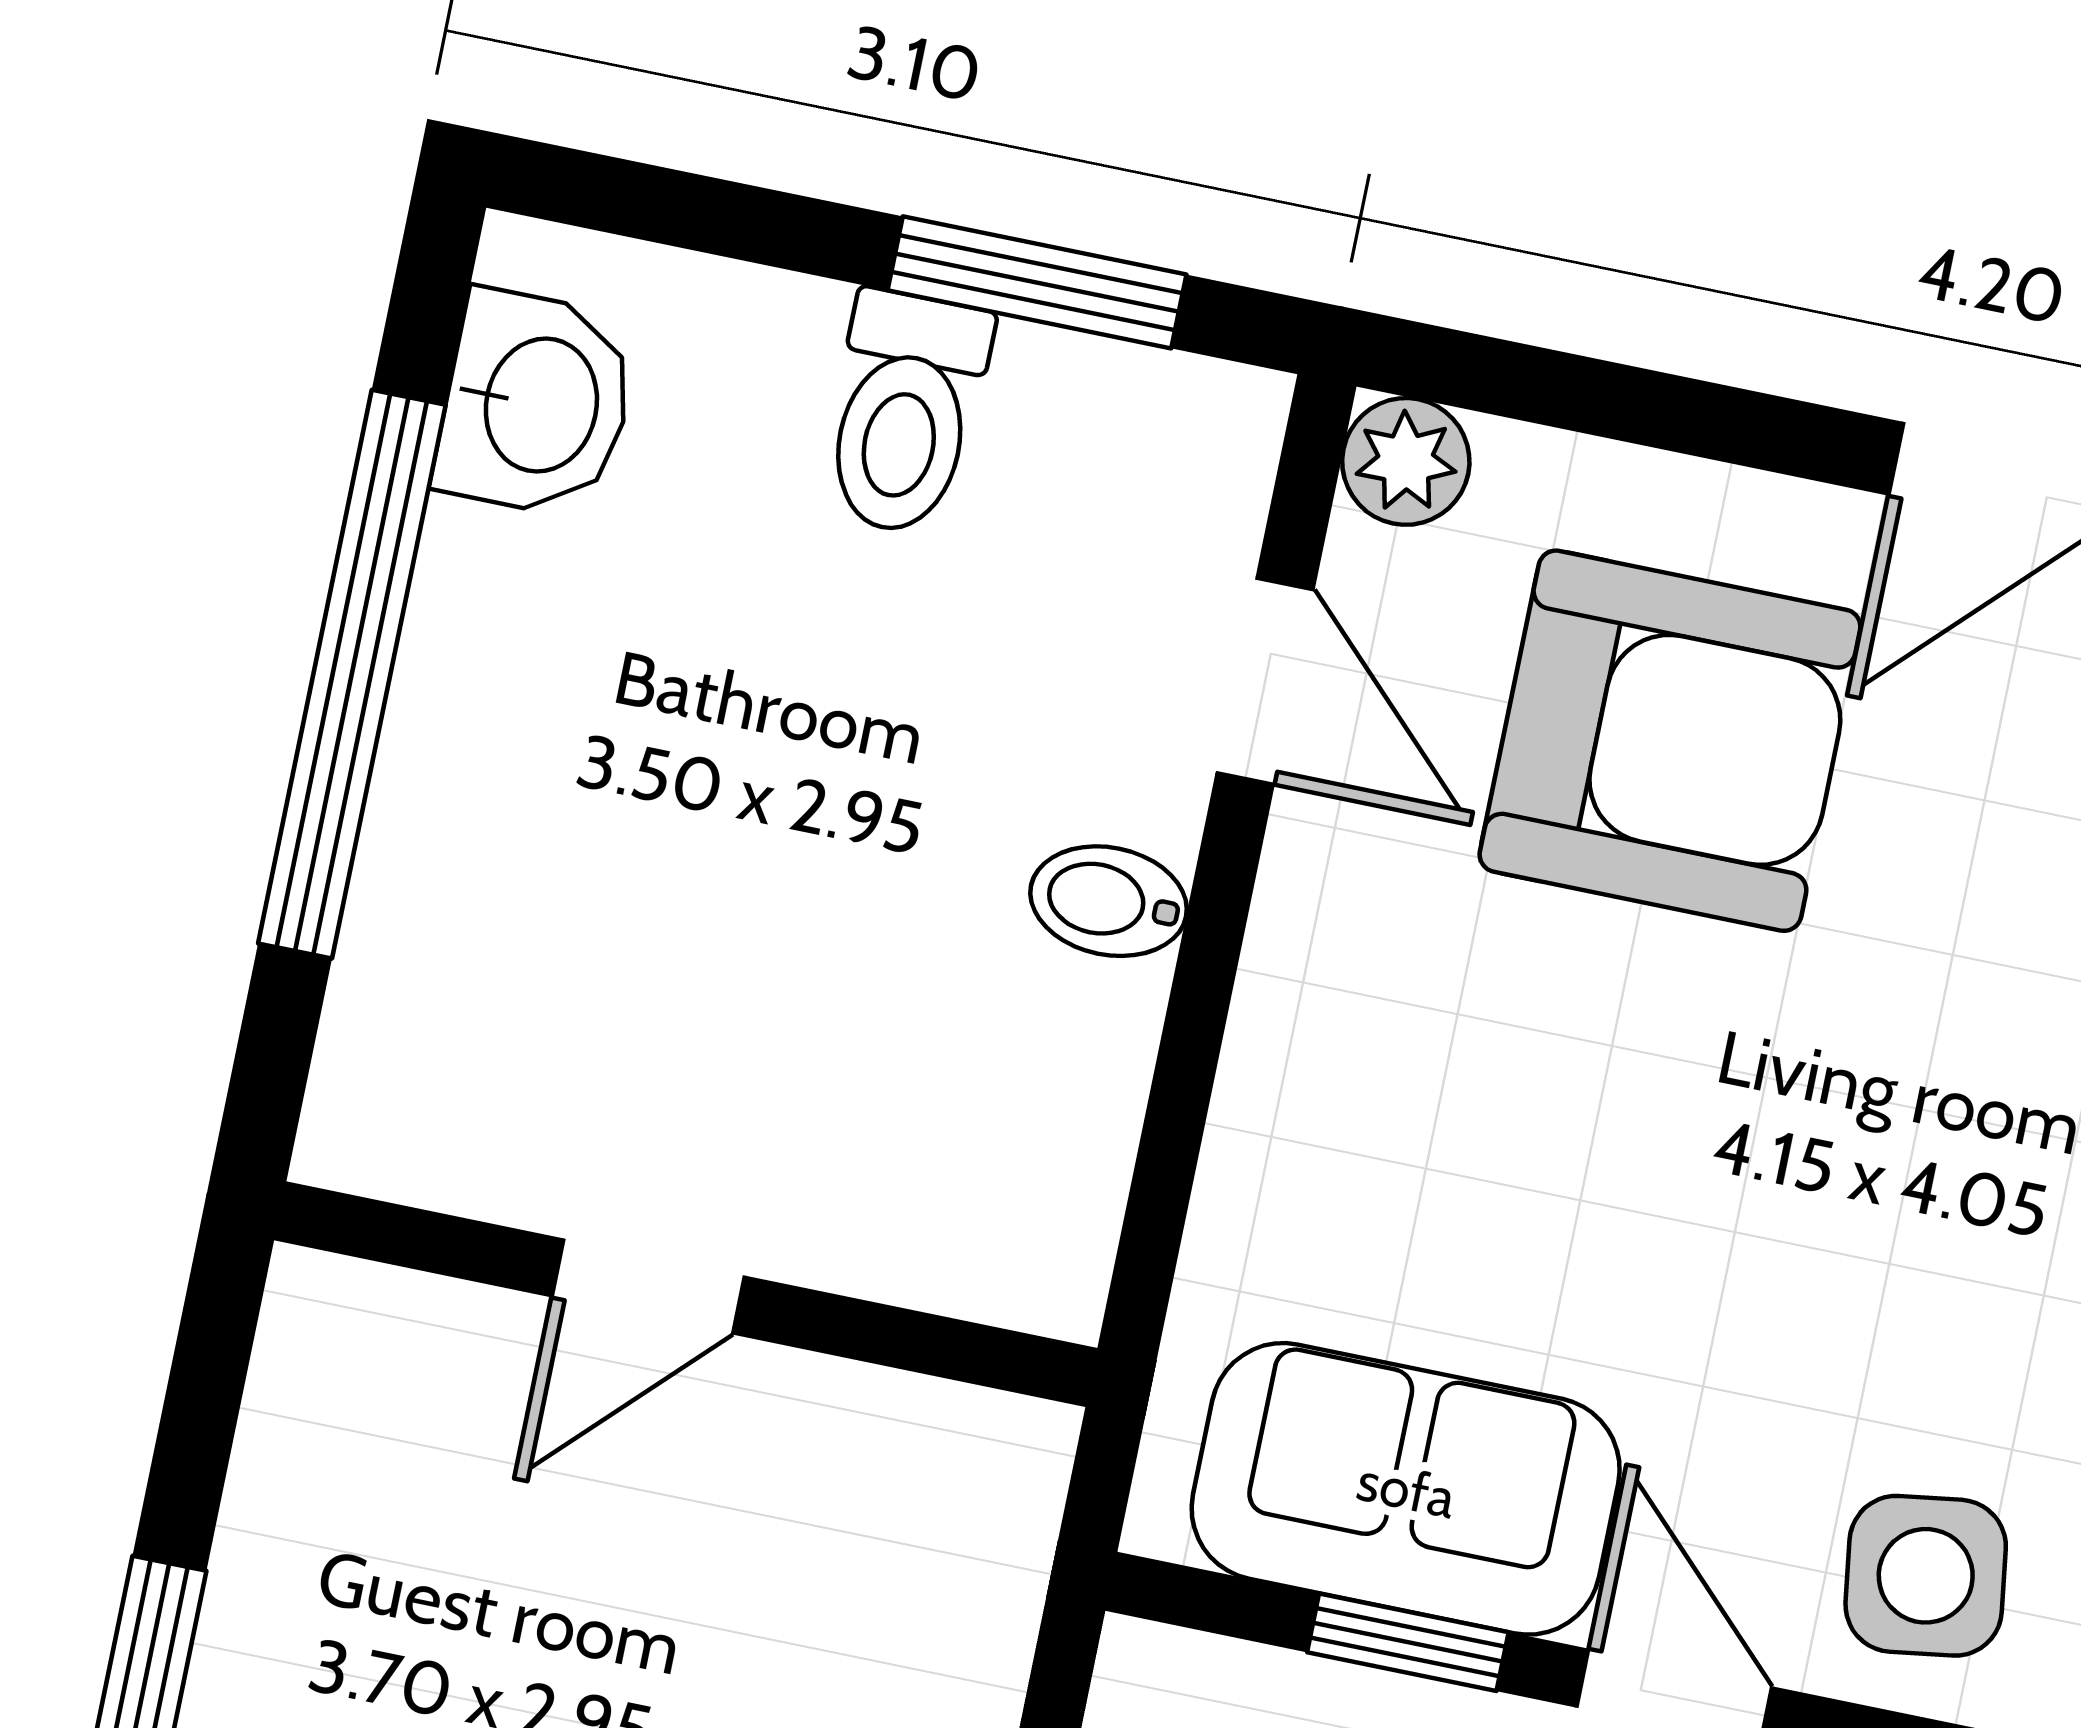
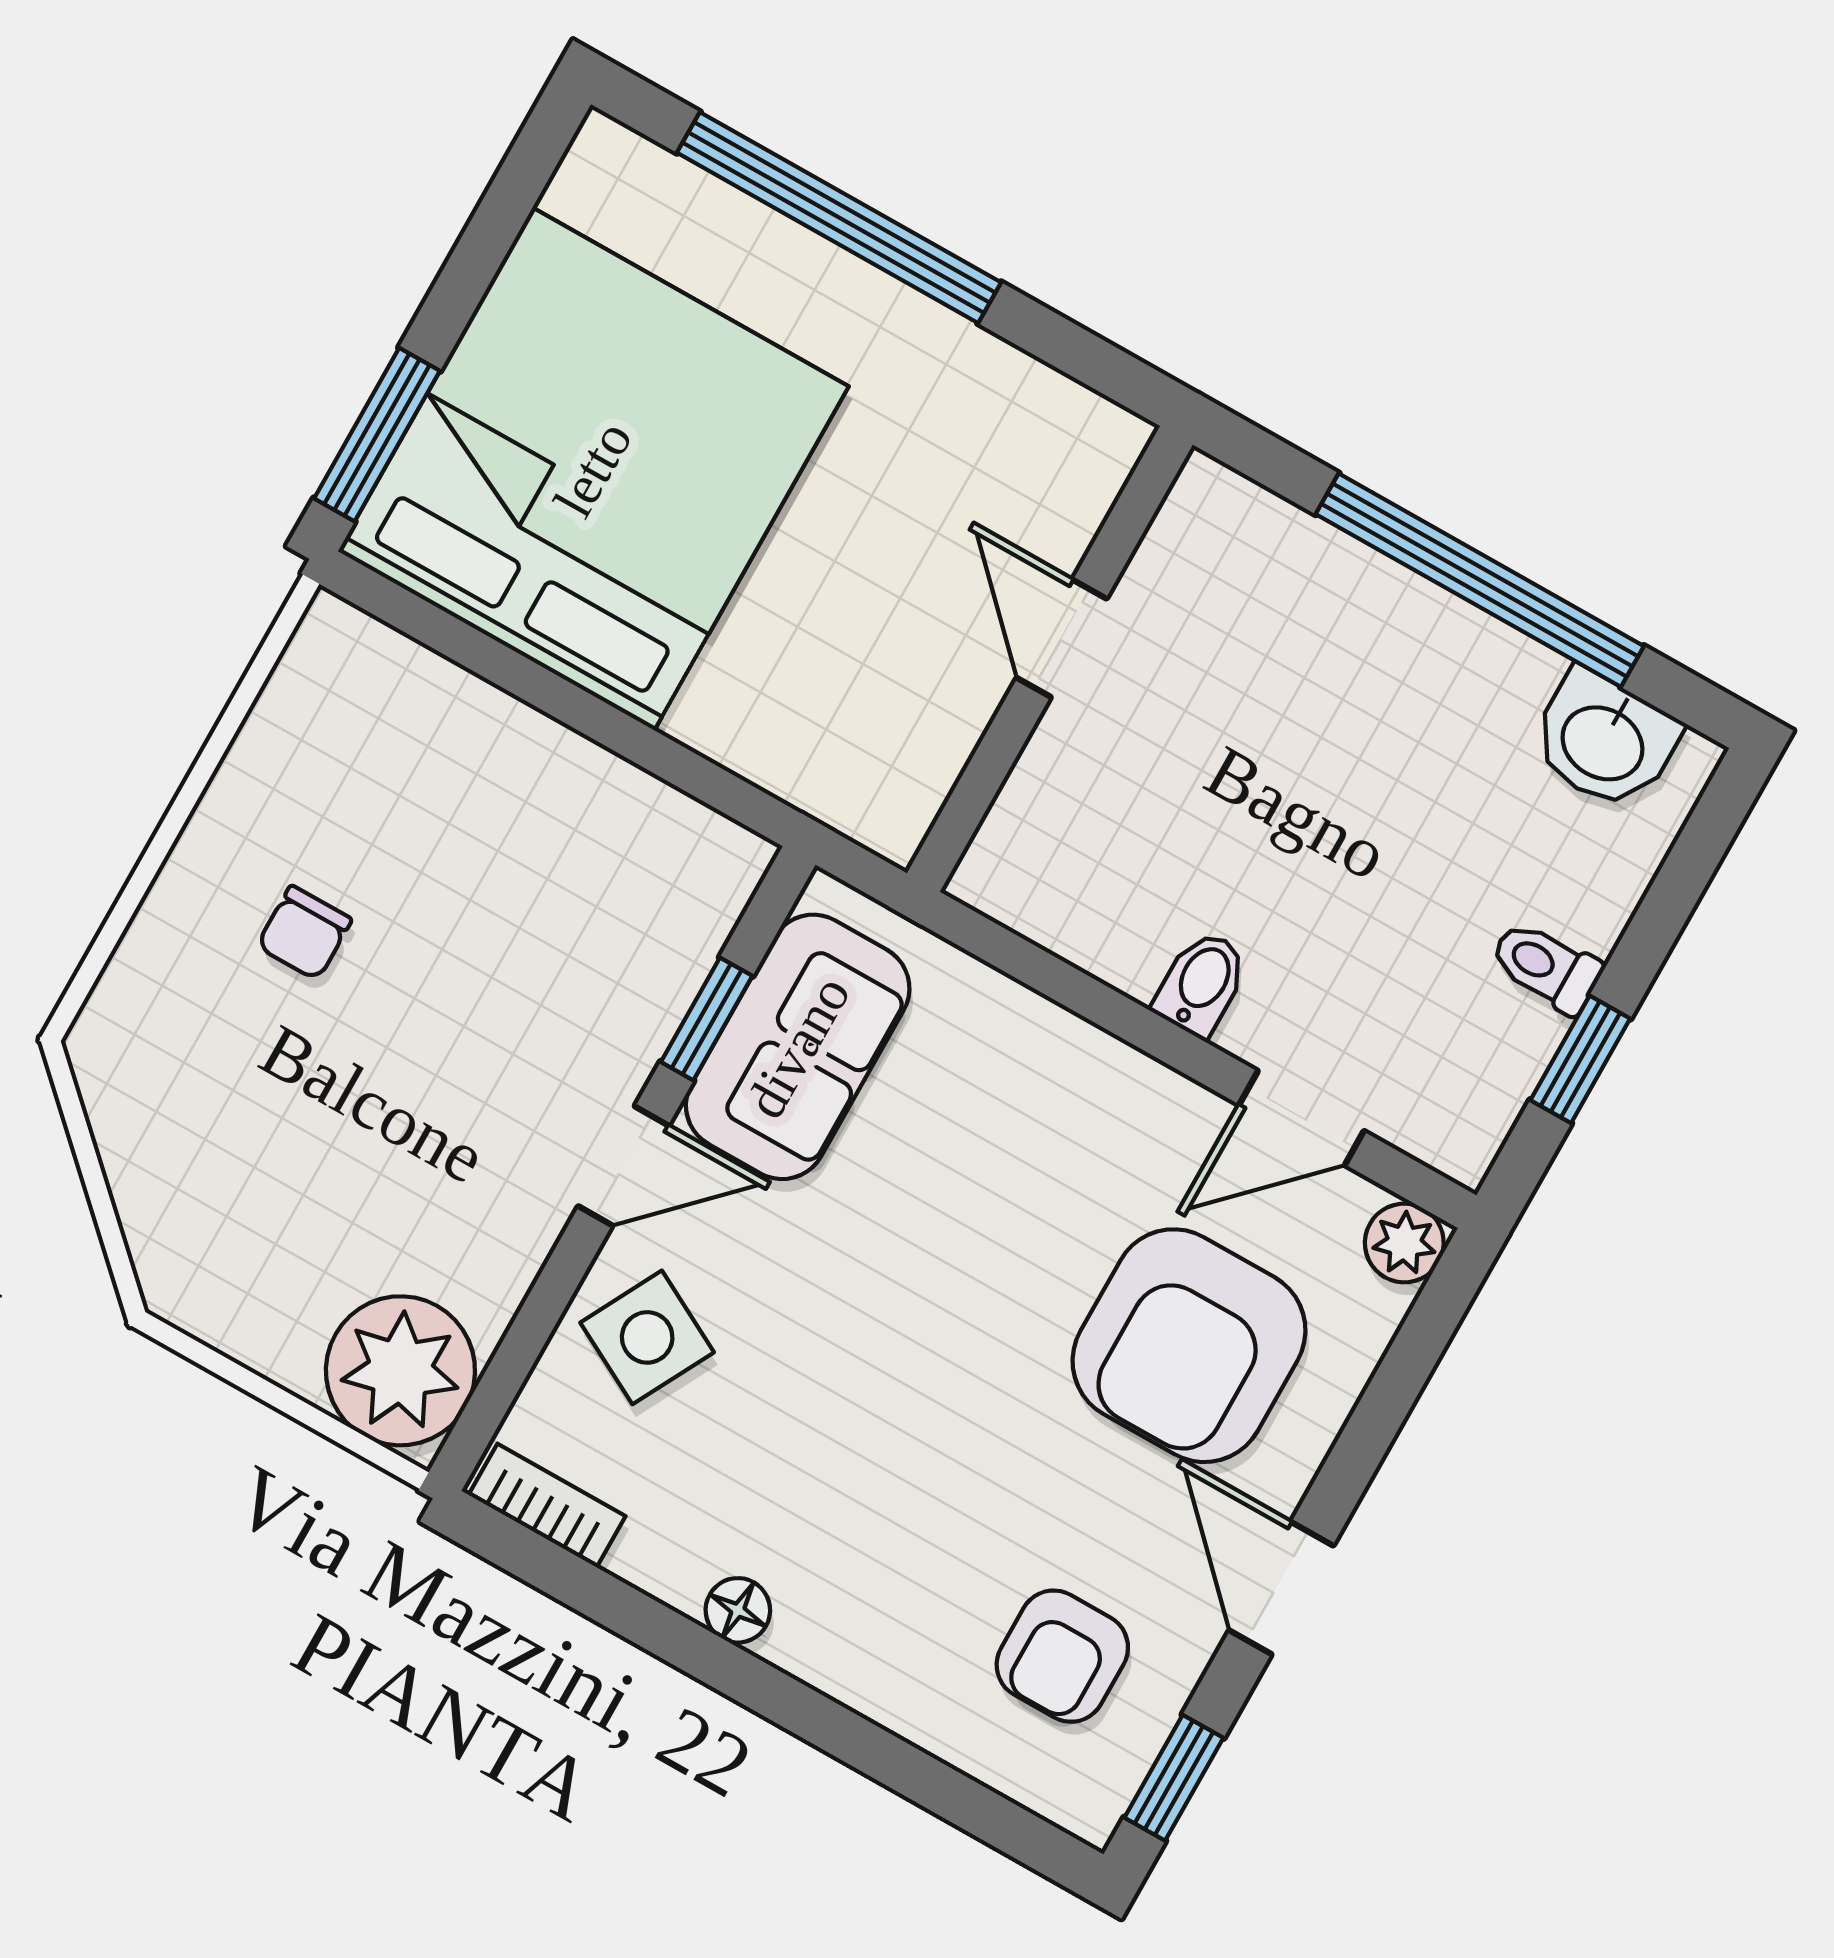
window: (1037, 282) -> (1580, 1059), width x0.67
toilet: (905, 413) -> (1546, 967), width x0.73, depth x0.72
side table: (1926, 1576) -> (647, 1337), turned 36

